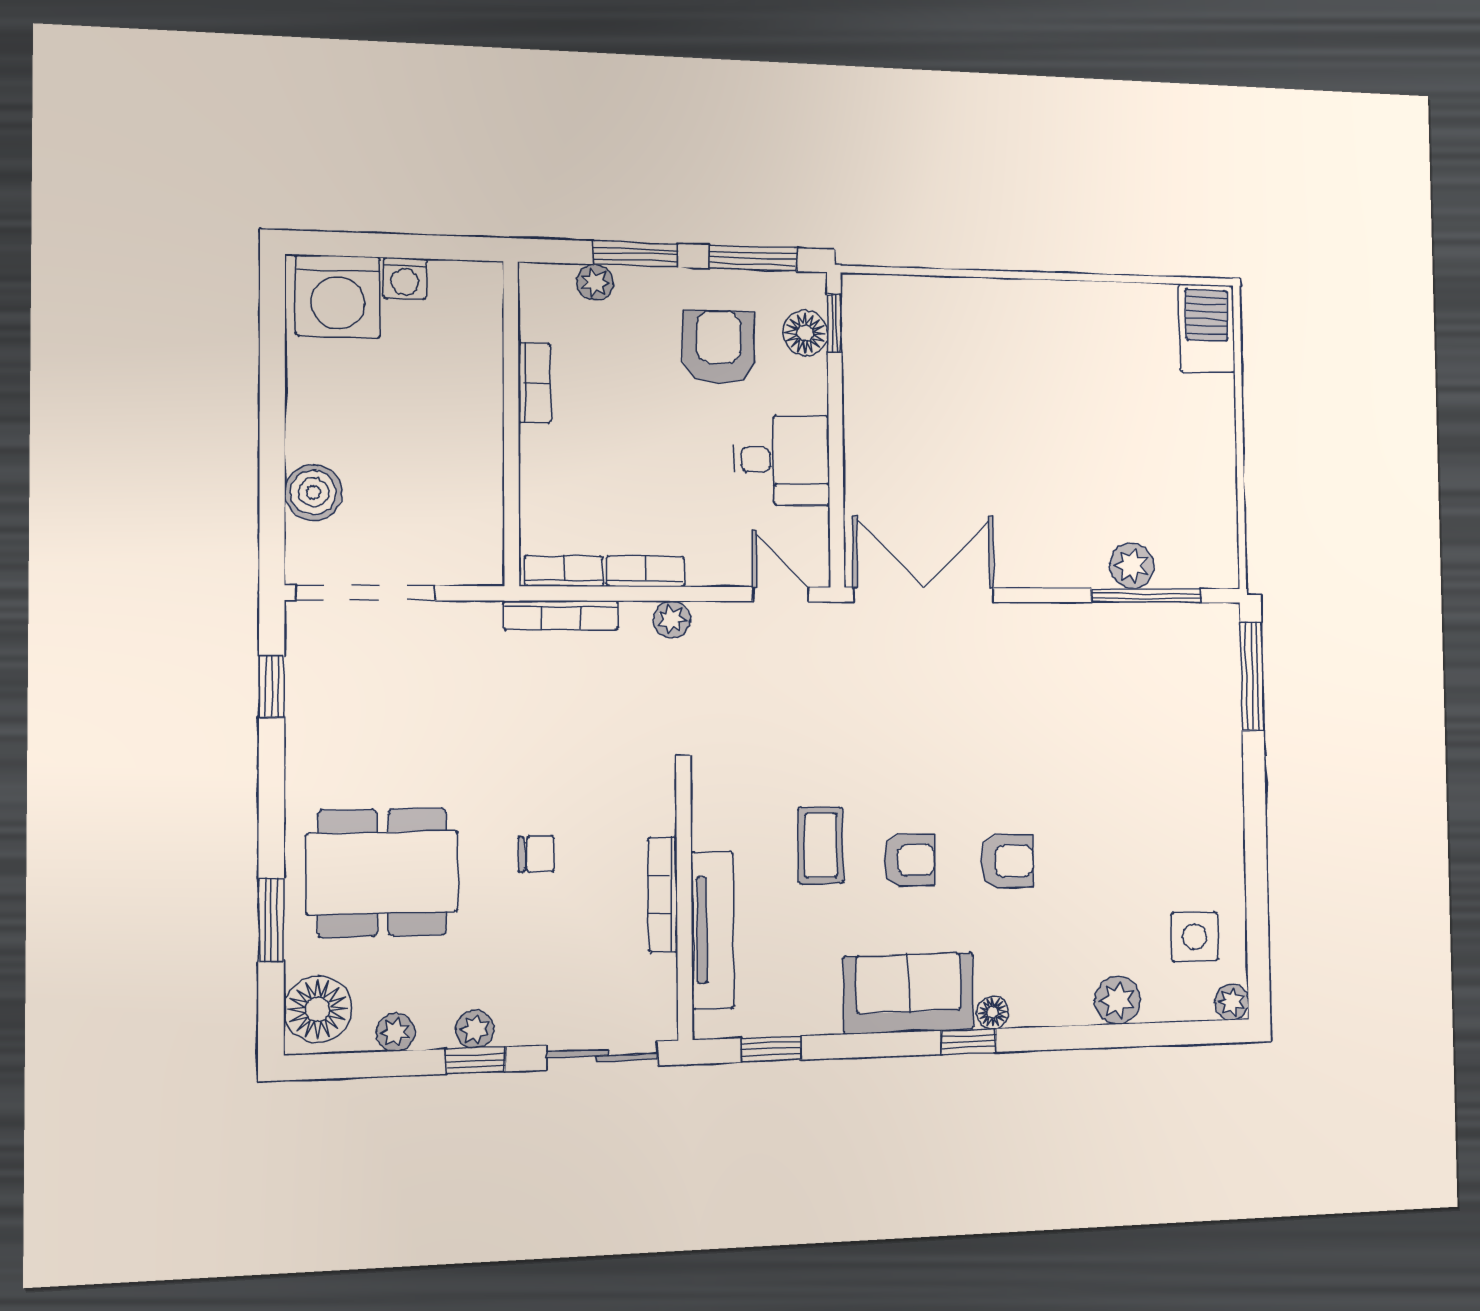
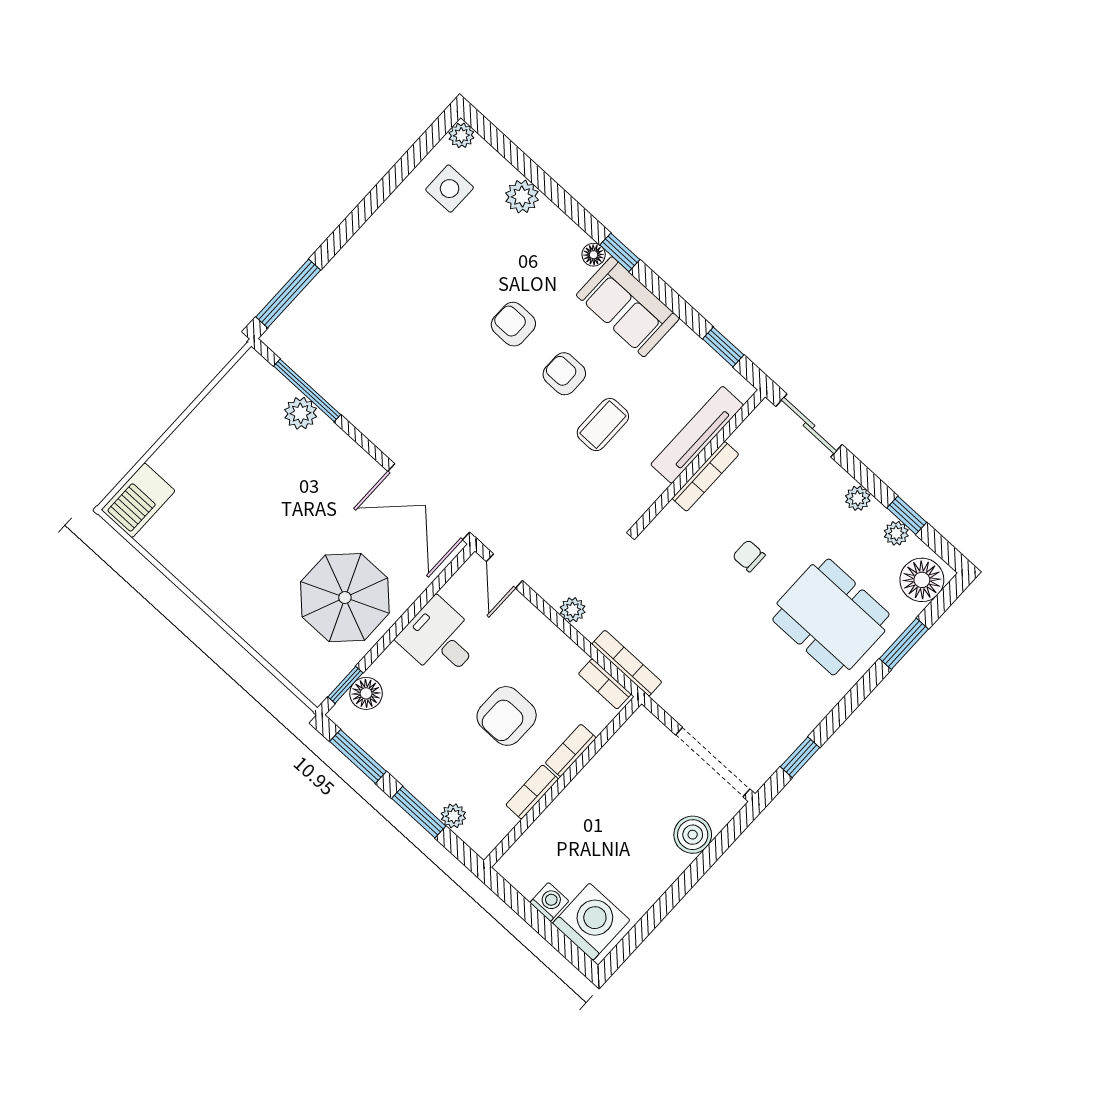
armchair: (719, 347) -> (507, 716), moved
parasol: (917, 415) -> (345, 598), added
bookcase: (645, 571) -> (571, 750), moved, turned 90
window: (476, 1060) -> (907, 515), moved

